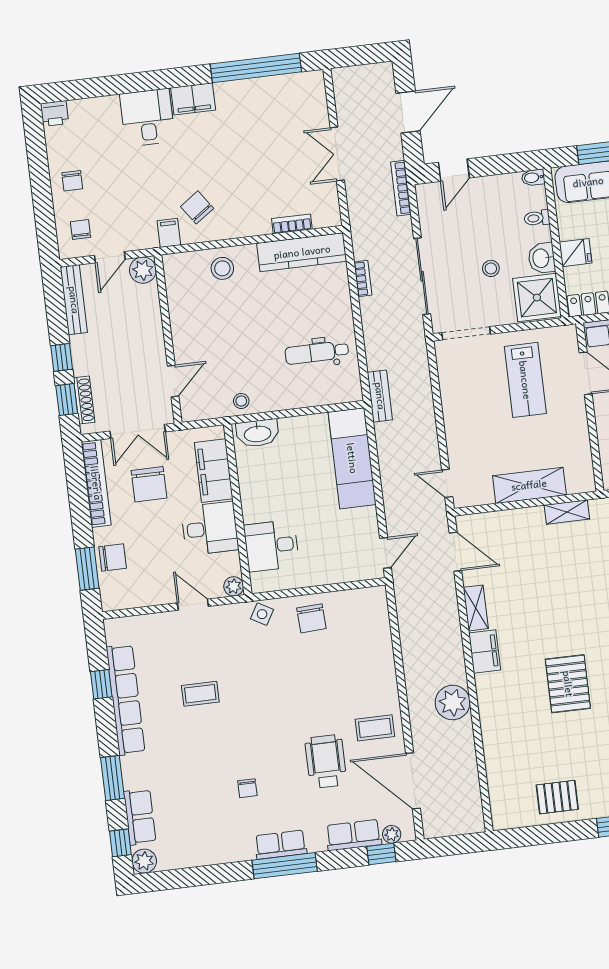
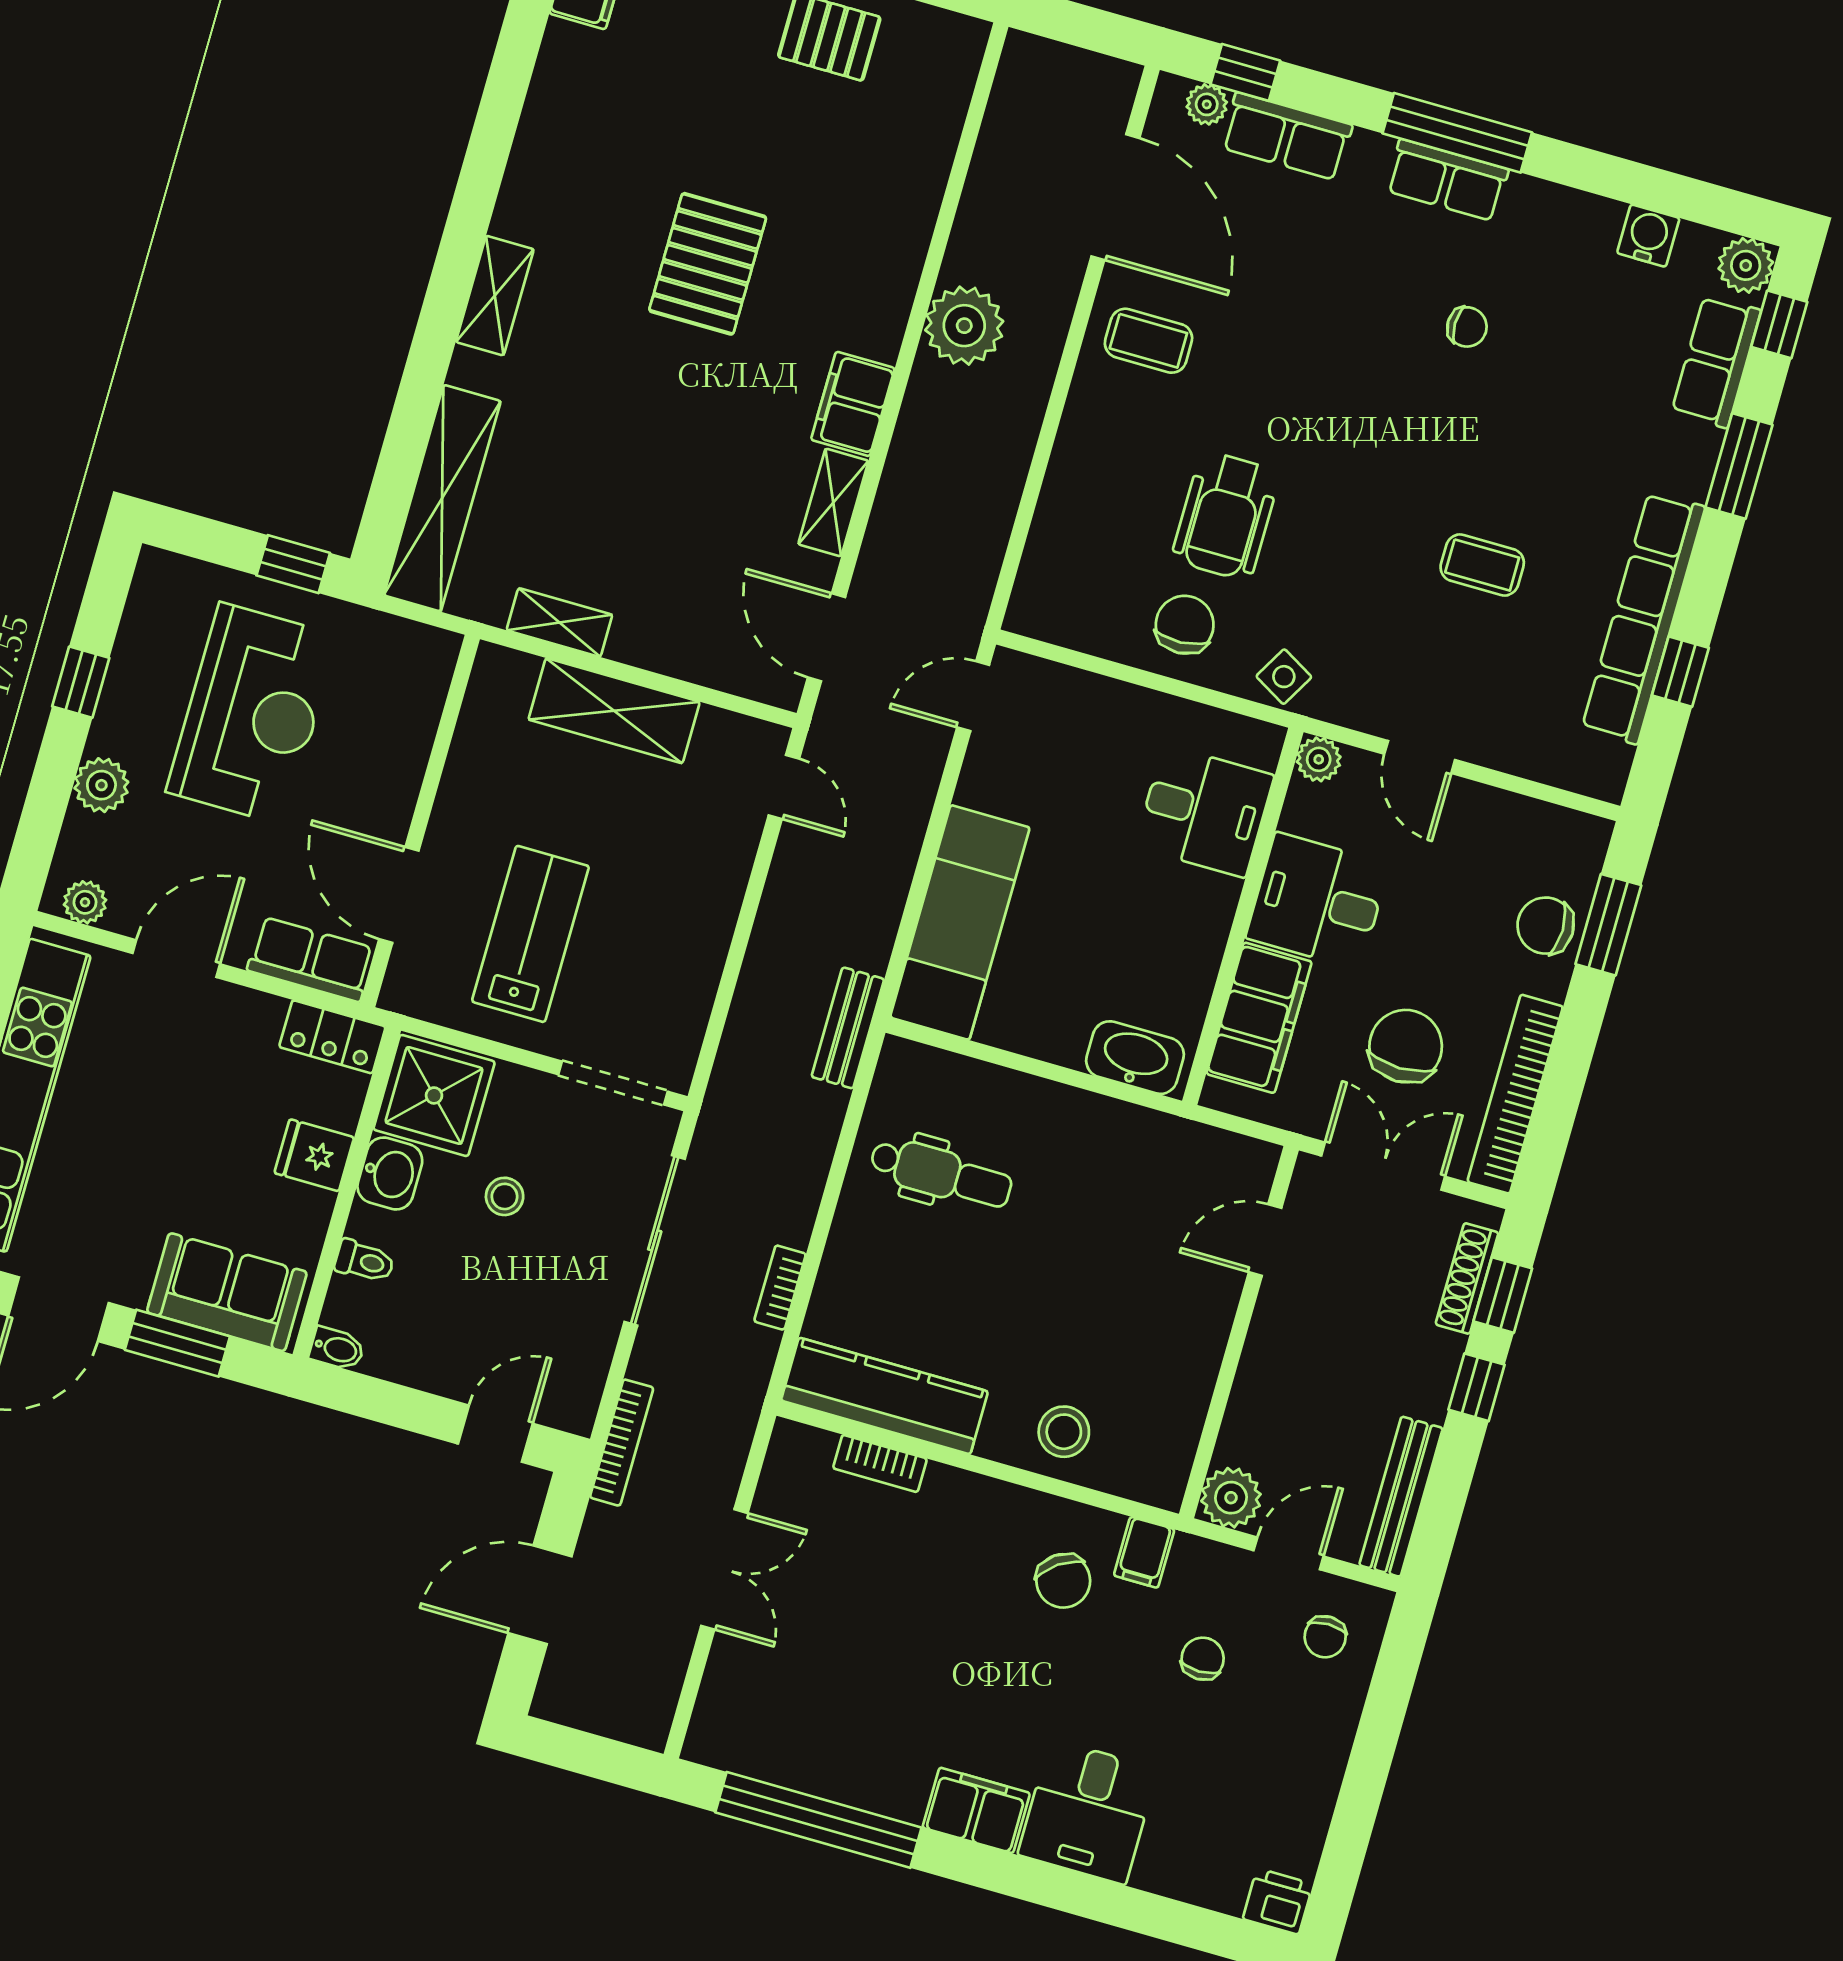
chair: (72, 181) -> (1203, 1659), moved
stool: (241, 401) -> (1141, 1139), removed
wheelchair: (326, 761) -> (1226, 516), moved
chair: (247, 788) -> (1467, 327), turned 90
water cooler: (189, 857) -> (1648, 236), added

